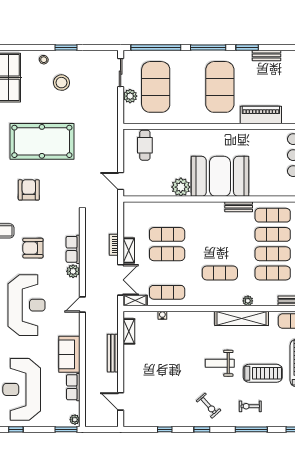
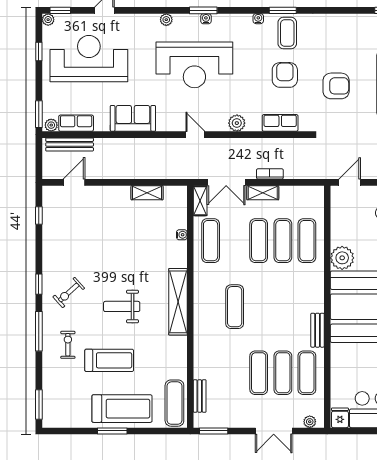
armchair: (29, 190) -> (336, 86), moved
armchair: (33, 248) -> (285, 75), moved
row of seats: (73, 249) -> (280, 123), moved
exercise mat: (273, 273) -> (307, 241), moved
plant: (248, 301) -> (200, 342), removed
shelving: (242, 318) -> (178, 302), moved
shelving: (129, 331) -> (147, 193), moved
bench: (113, 353) -> (70, 144), moved
weight bench: (220, 363) -> (122, 306), turned -90
treadmill: (263, 373) -> (109, 360), turned -90
row of seats: (73, 387) -> (76, 123), moved
window: (165, 429) -> (39, 216), moved
window: (251, 429) -> (39, 331), moved

